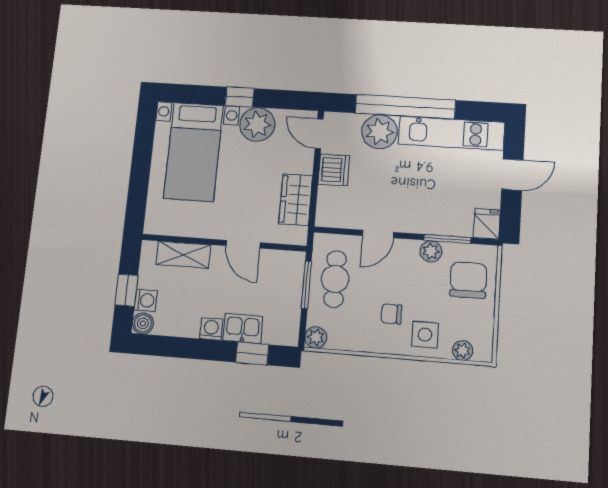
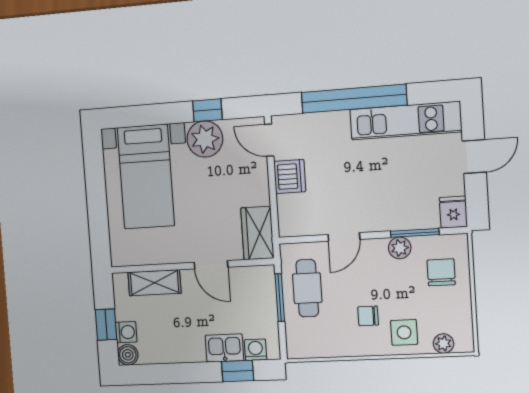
window: (240, 97) -> (207, 110), moved
plant: (380, 132) -> (331, 130), removed
wardrobe: (296, 200) -> (257, 233), moved
chair: (468, 280) -> (441, 272), width x0.73, depth x0.73
washing machine: (211, 329) -> (256, 350), moved
plant: (316, 337) -> (297, 348), removed

